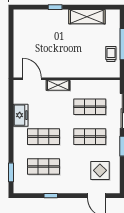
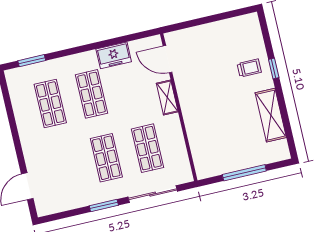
trolley: (111, 54) -> (249, 68), moved
door: (32, 79) -> (168, 59), swing flipped
display table: (100, 170) -> (63, 183), removed
window: (51, 196) -> (12, 123), removed

